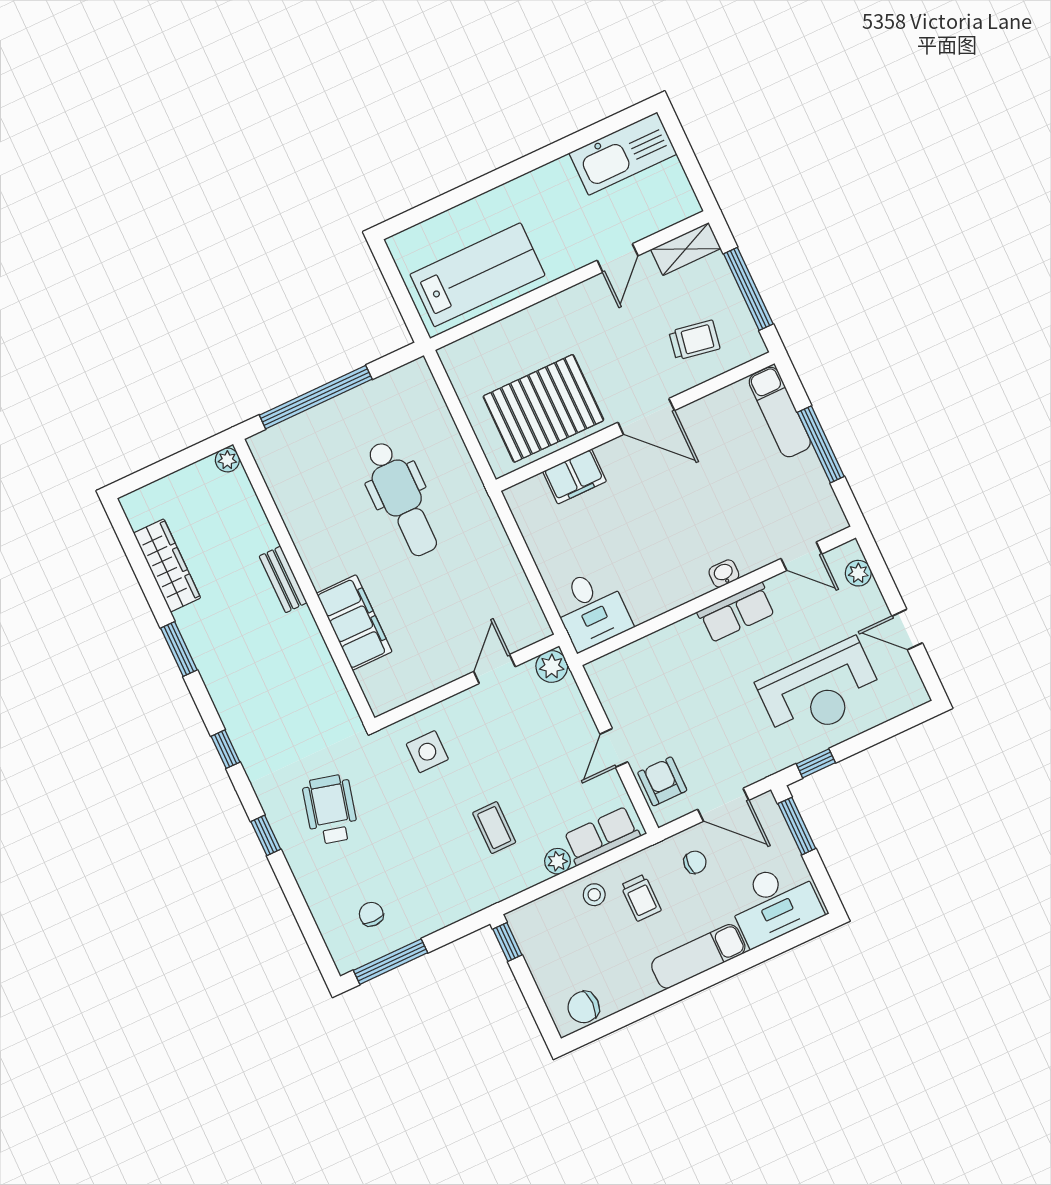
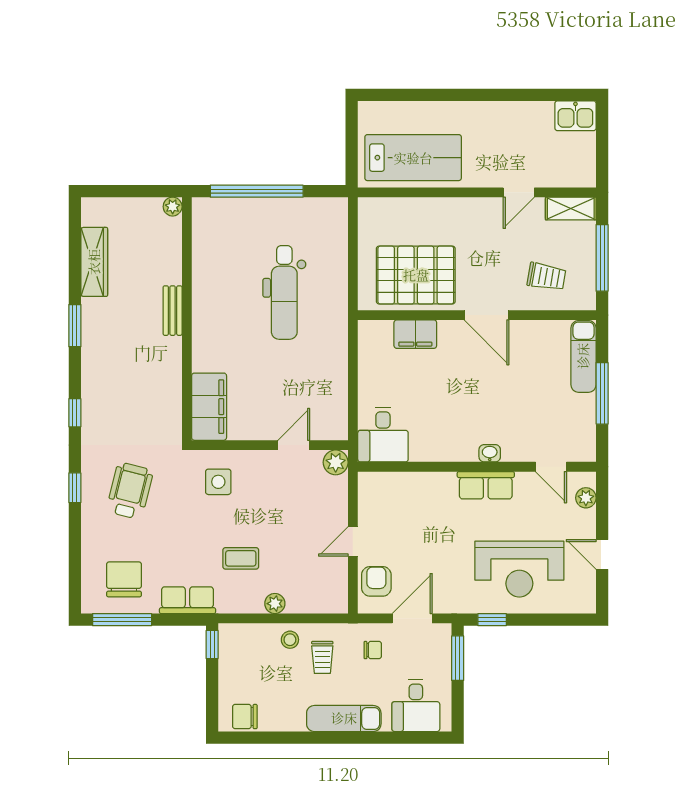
kitchen sink: (623, 154) -> (575, 116), width x0.53, depth x0.81
filing cabinet: (354, 622) -> (209, 407), moved
door: (723, 805) -> (412, 618), swing flipped
coffee table: (494, 828) -> (241, 558), turned 90
row of seats: (602, 836) -> (187, 600), moved
desk: (774, 903) -> (416, 706), width x0.73
chair: (371, 914) -> (124, 579), width x1.87, depth x1.87

